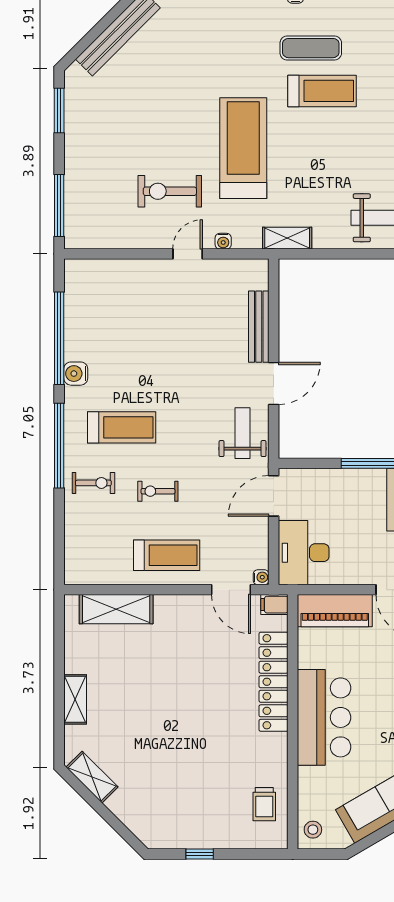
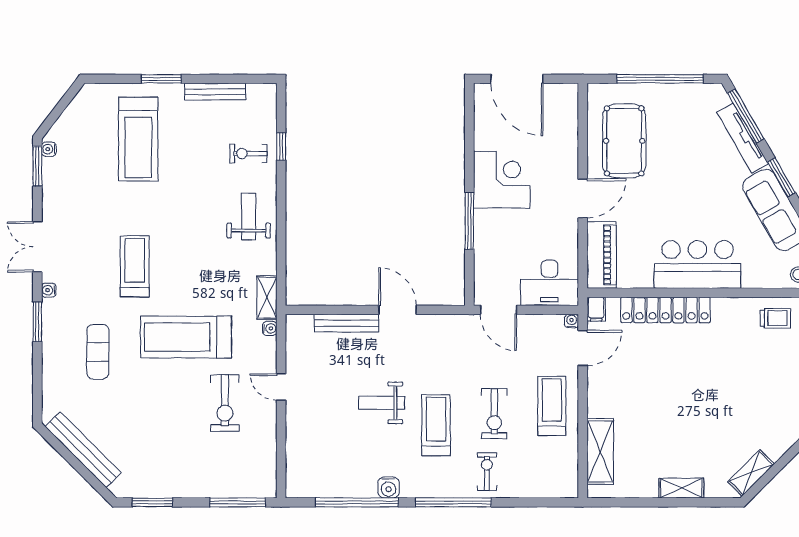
exercise mat: (311, 48) -> (98, 352), moved
water cooler: (223, 241) -> (270, 328), moved
treadmill: (122, 427) -> (436, 425), moved
weight bench: (243, 433) -> (382, 403), moved
exercise bike: (158, 491) -> (494, 414), width x1.38, depth x1.39

